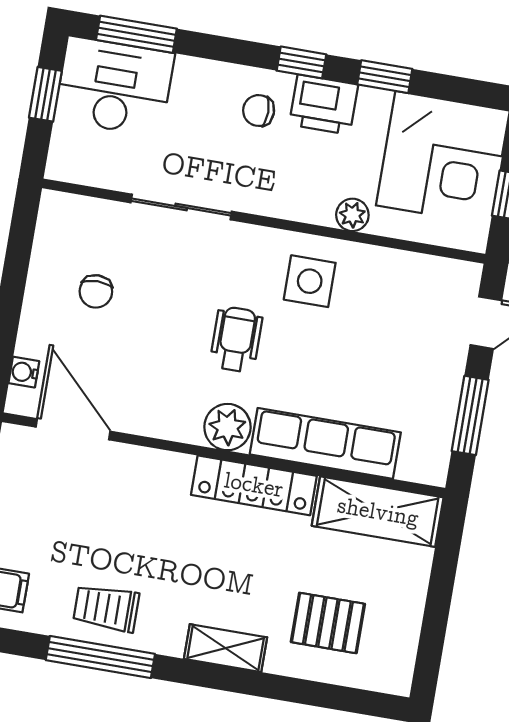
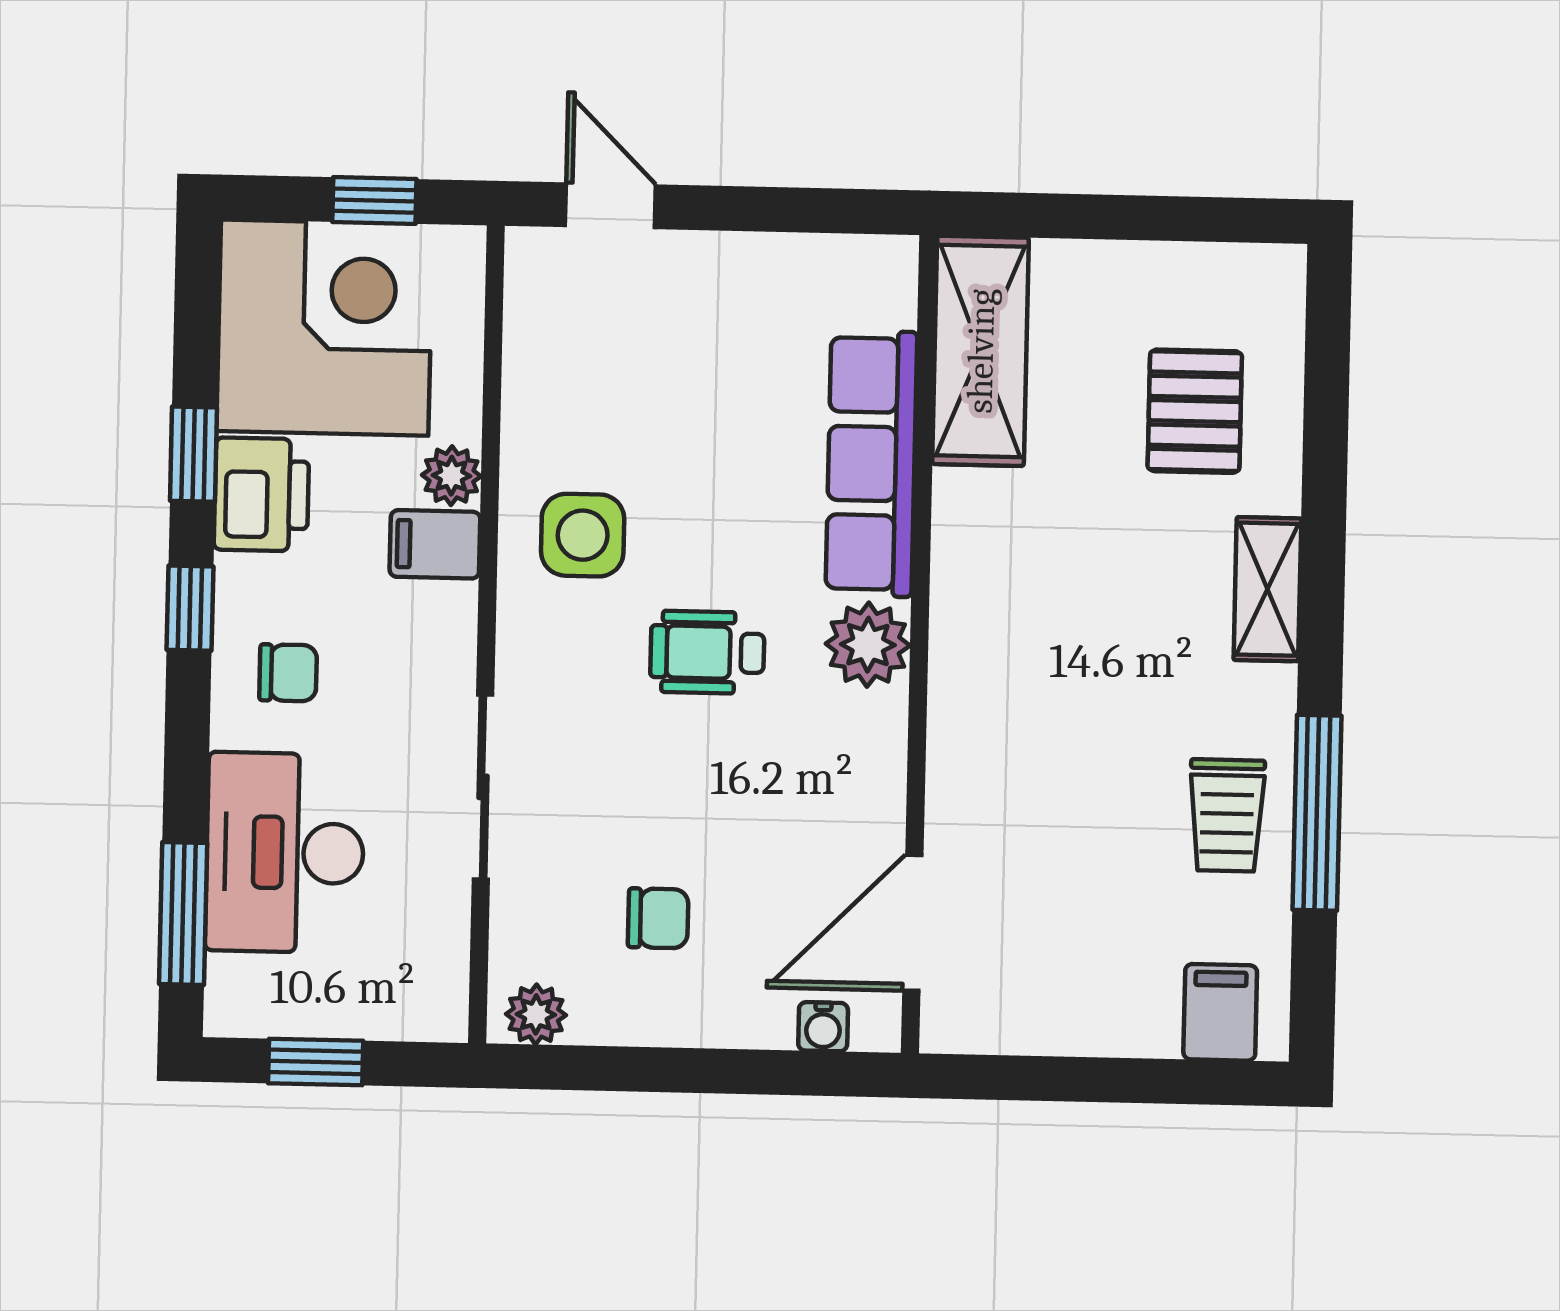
desk: (114, 86) -> (285, 853), moved
printer: (324, 105) -> (261, 494), moved
chair: (259, 111) -> (288, 673), turned -90
filing cabinet: (317, 200) -> (435, 544), added
plant: (54, 218) -> (536, 1014), added
window: (470, 415) -> (782, 210), removed
locker: (254, 485) -> (966, 581), removed

